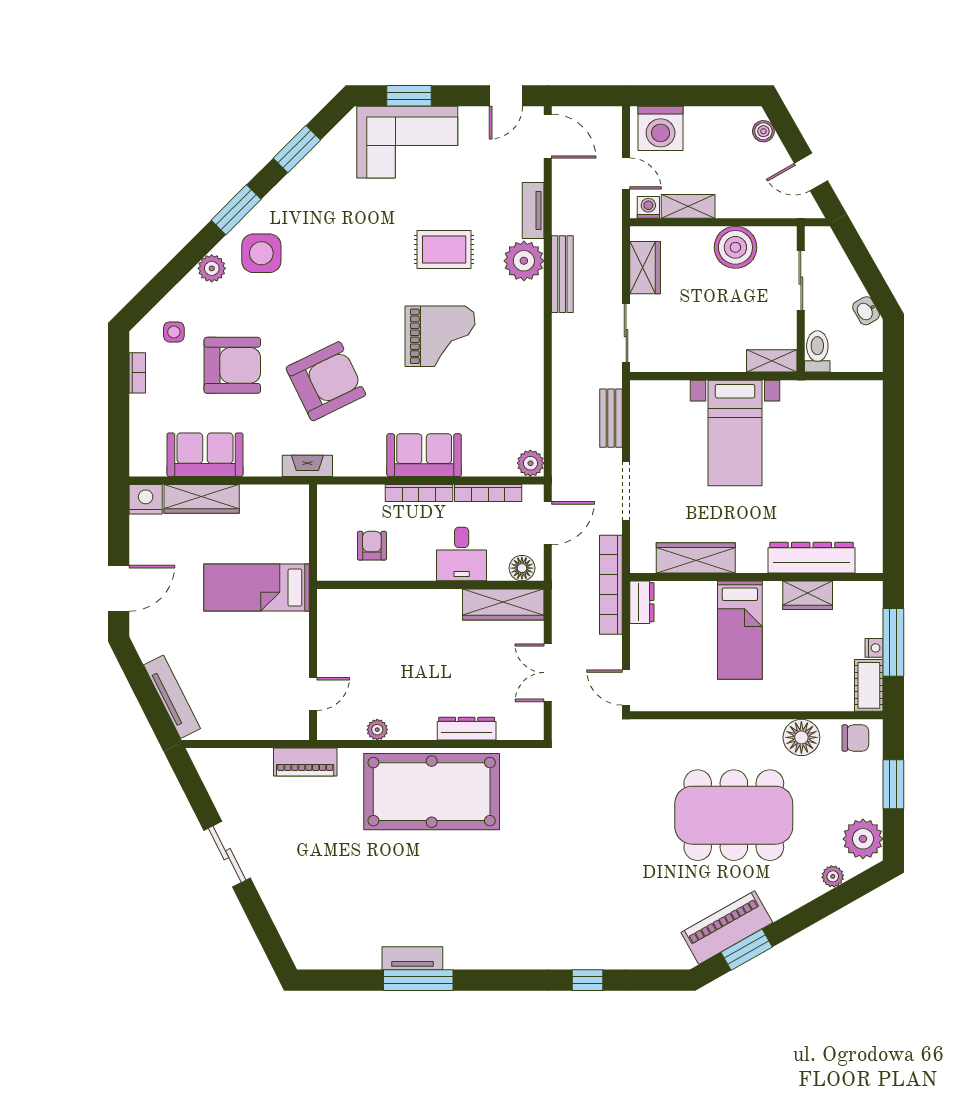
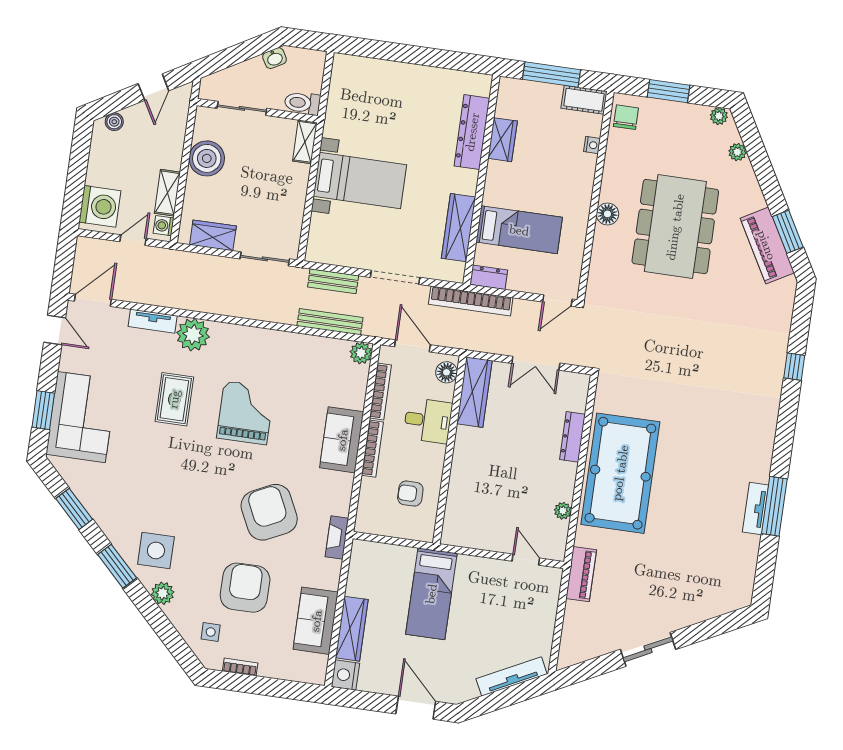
bench: (562, 274) -> (330, 322), moved
bed: (740, 630) -> (519, 230), moved
nightstand: (874, 648) -> (592, 145), moved, turned 90
floor lamp: (801, 737) -> (607, 214), moved, width x0.73, depth x0.73
plant: (863, 839) -> (719, 116), width x0.53, depth x0.53

